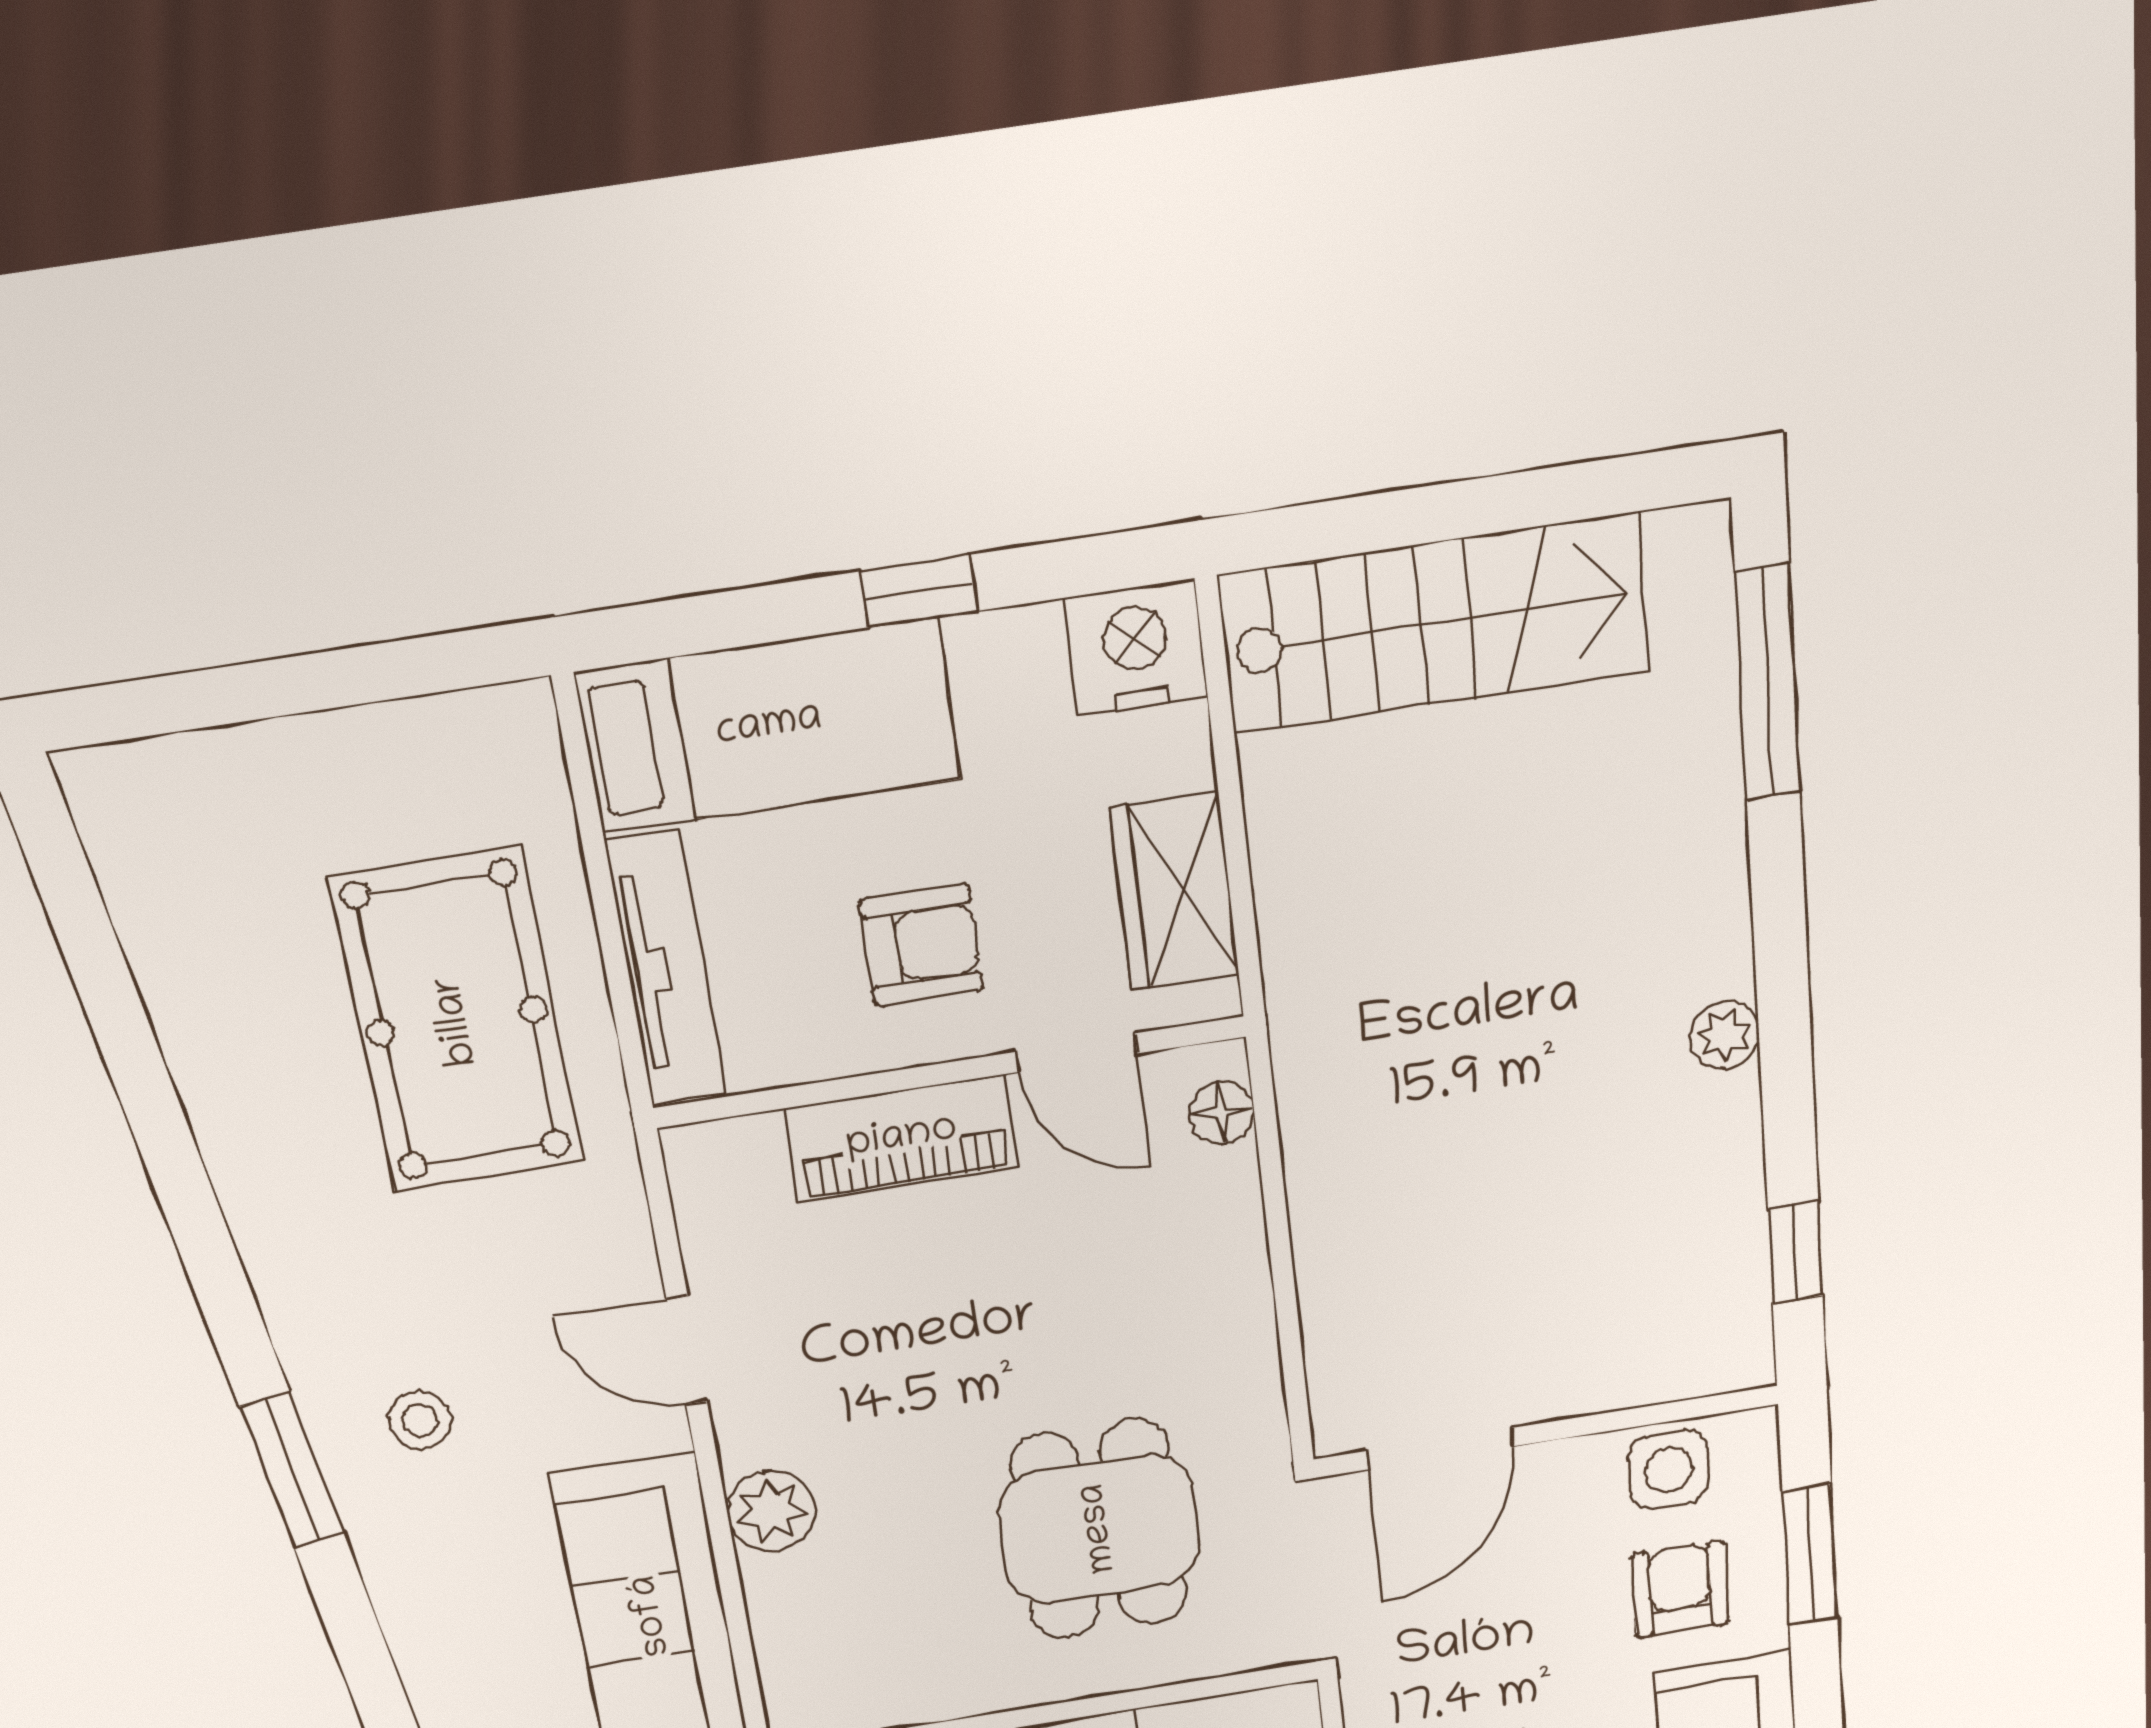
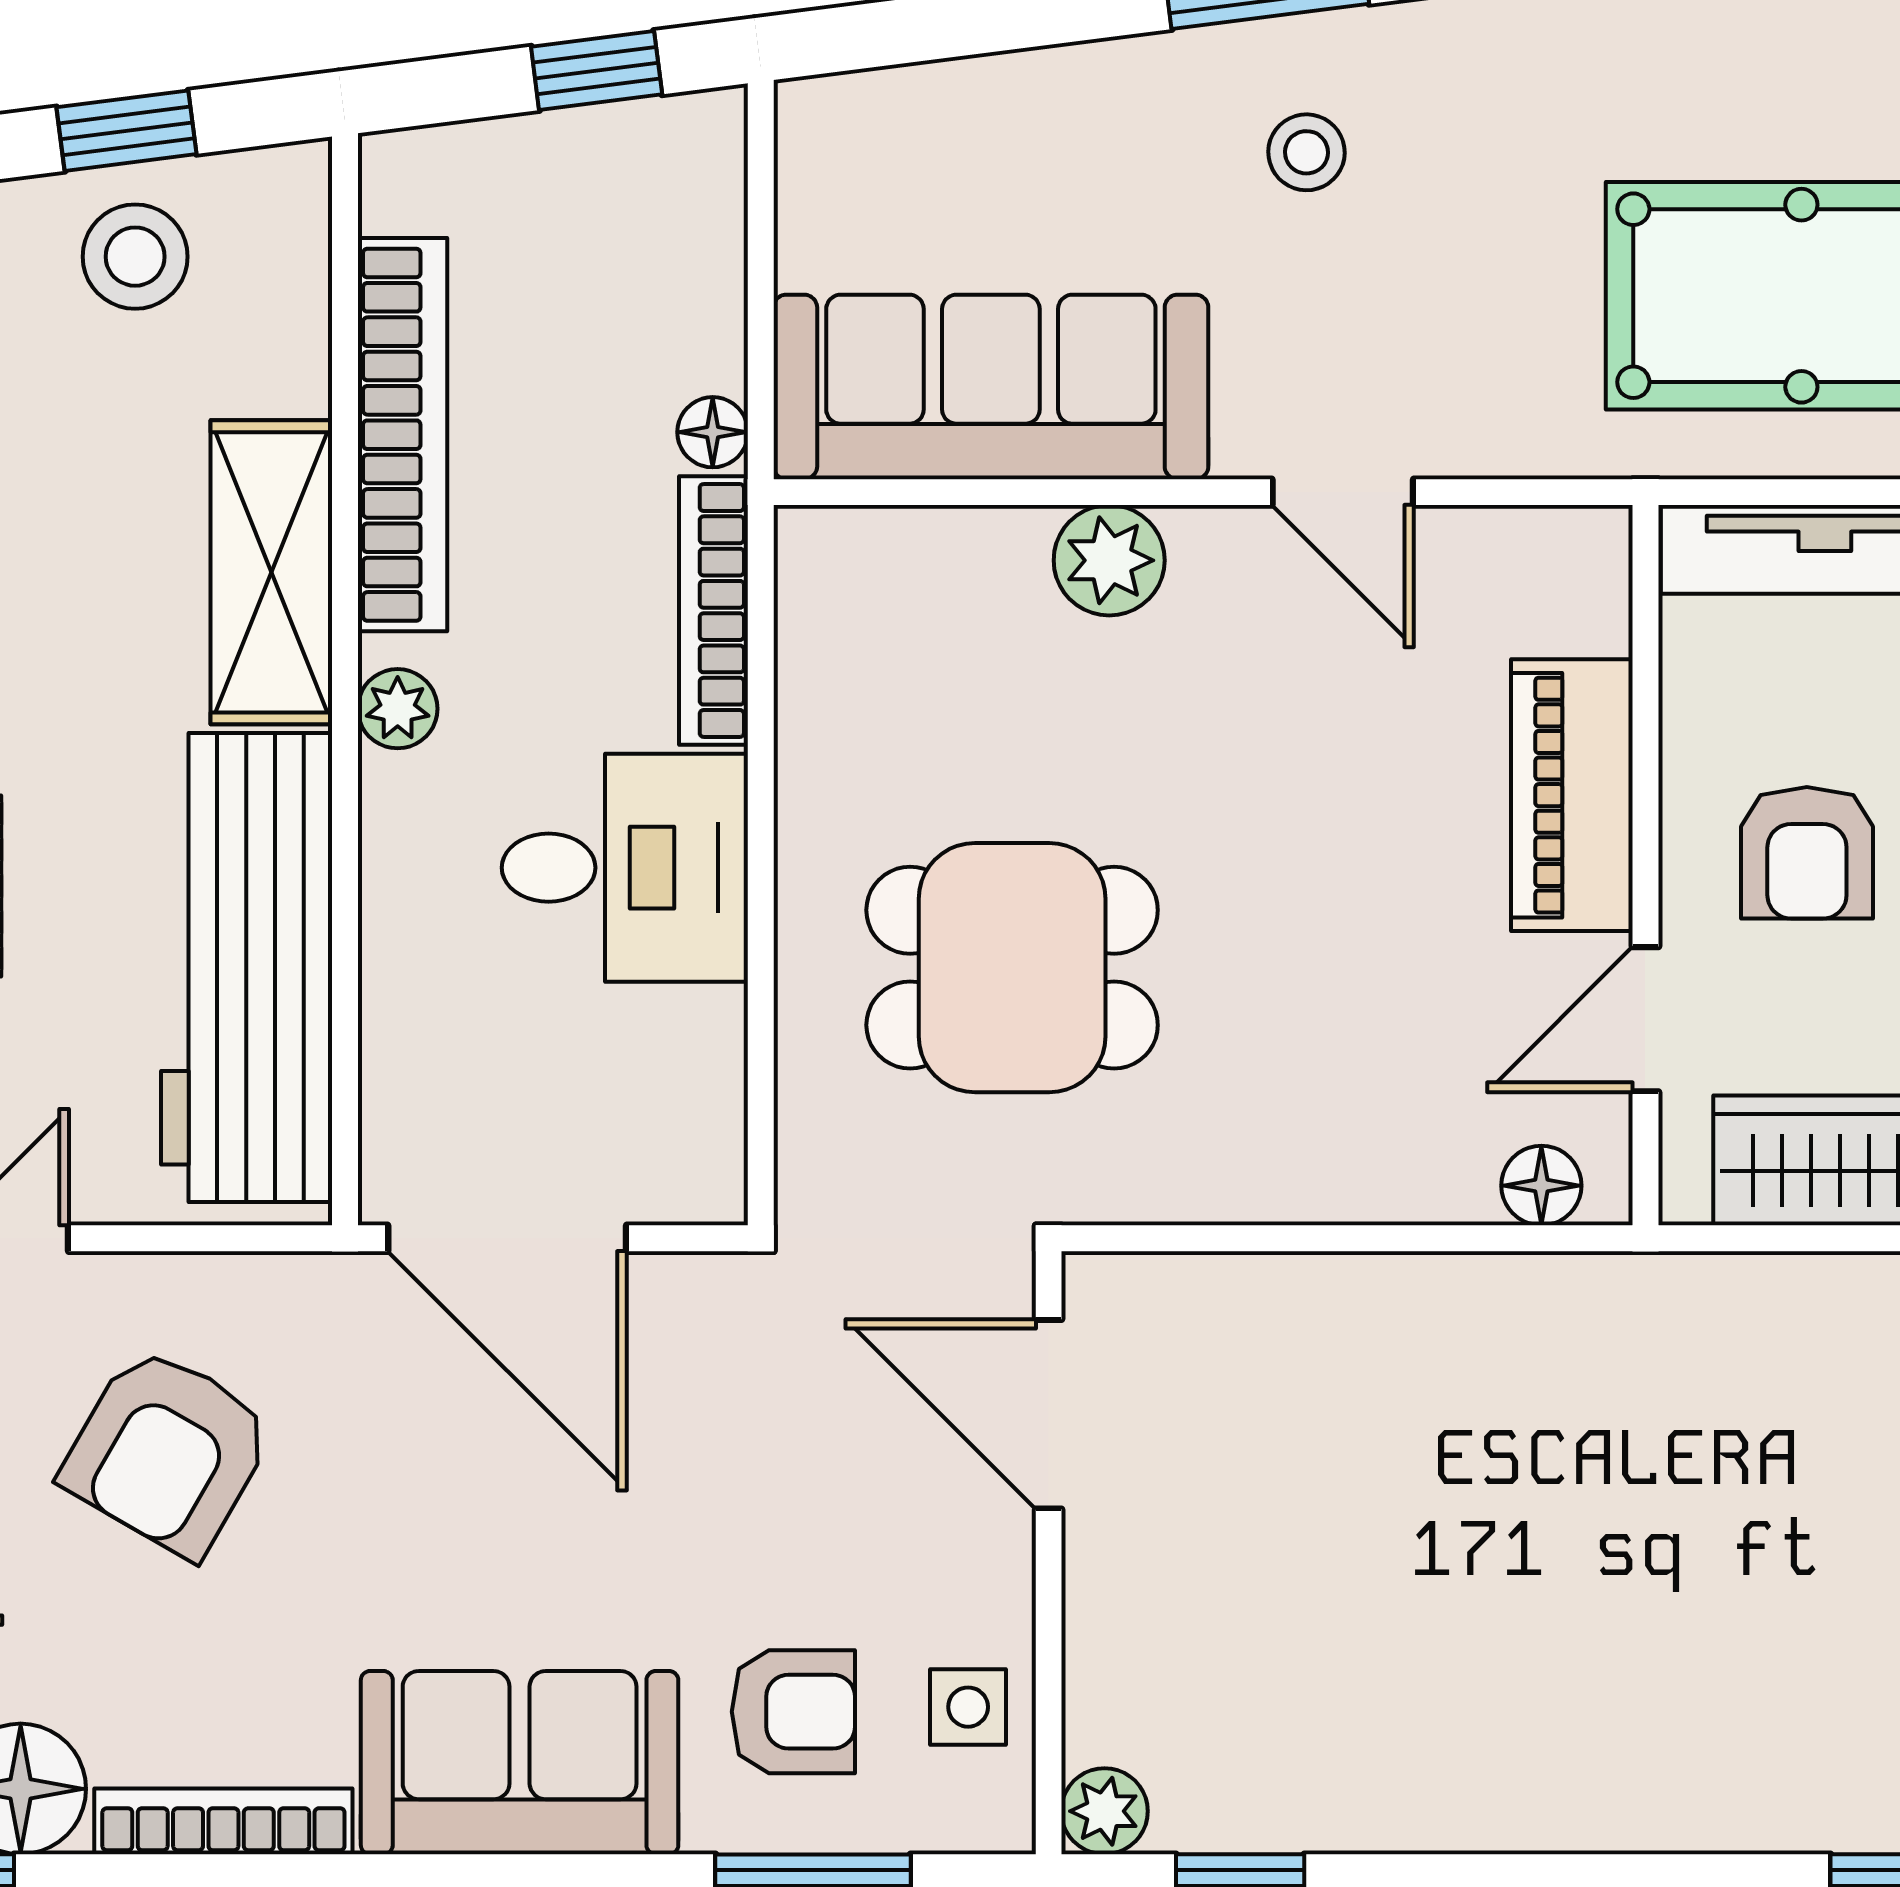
plant: (1724, 1035) -> (1105, 1811), moved
door: (687, 1350) -> (1343, 492), swing flipped
side table: (1669, 1470) -> (968, 1707), width x0.73, depth x0.73

